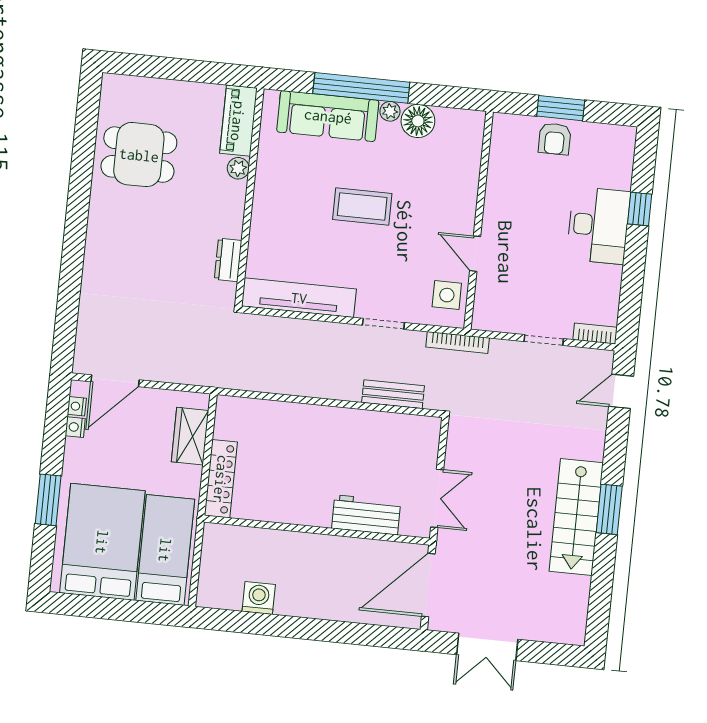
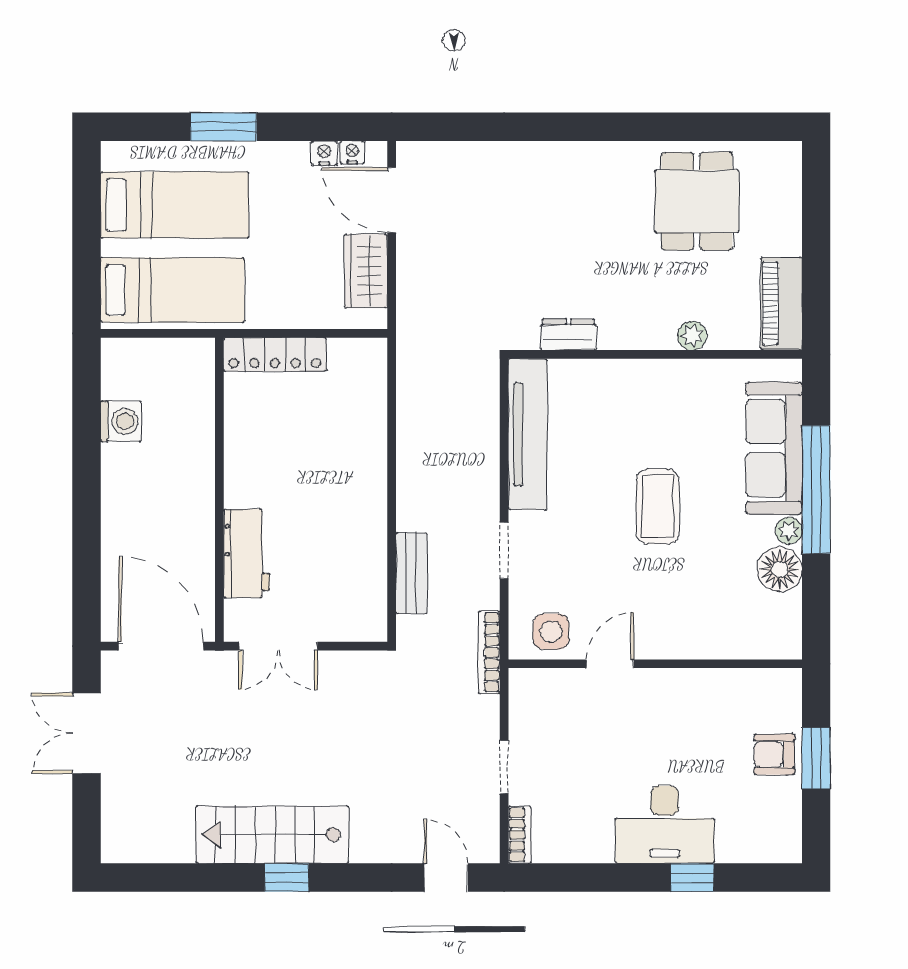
piano: (238, 121) -> (781, 303), moved, turned -90
wardrobe: (190, 436) -> (366, 271), moved, turned -90
window: (609, 509) -> (287, 877), width x0.67
bed: (102, 542) -> (175, 205), width x0.67

